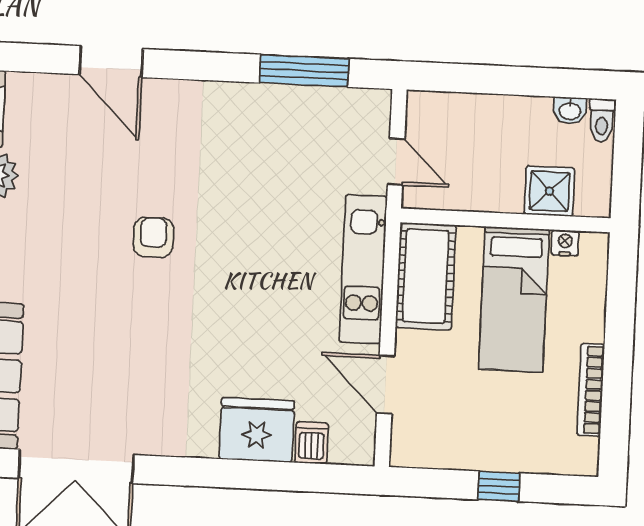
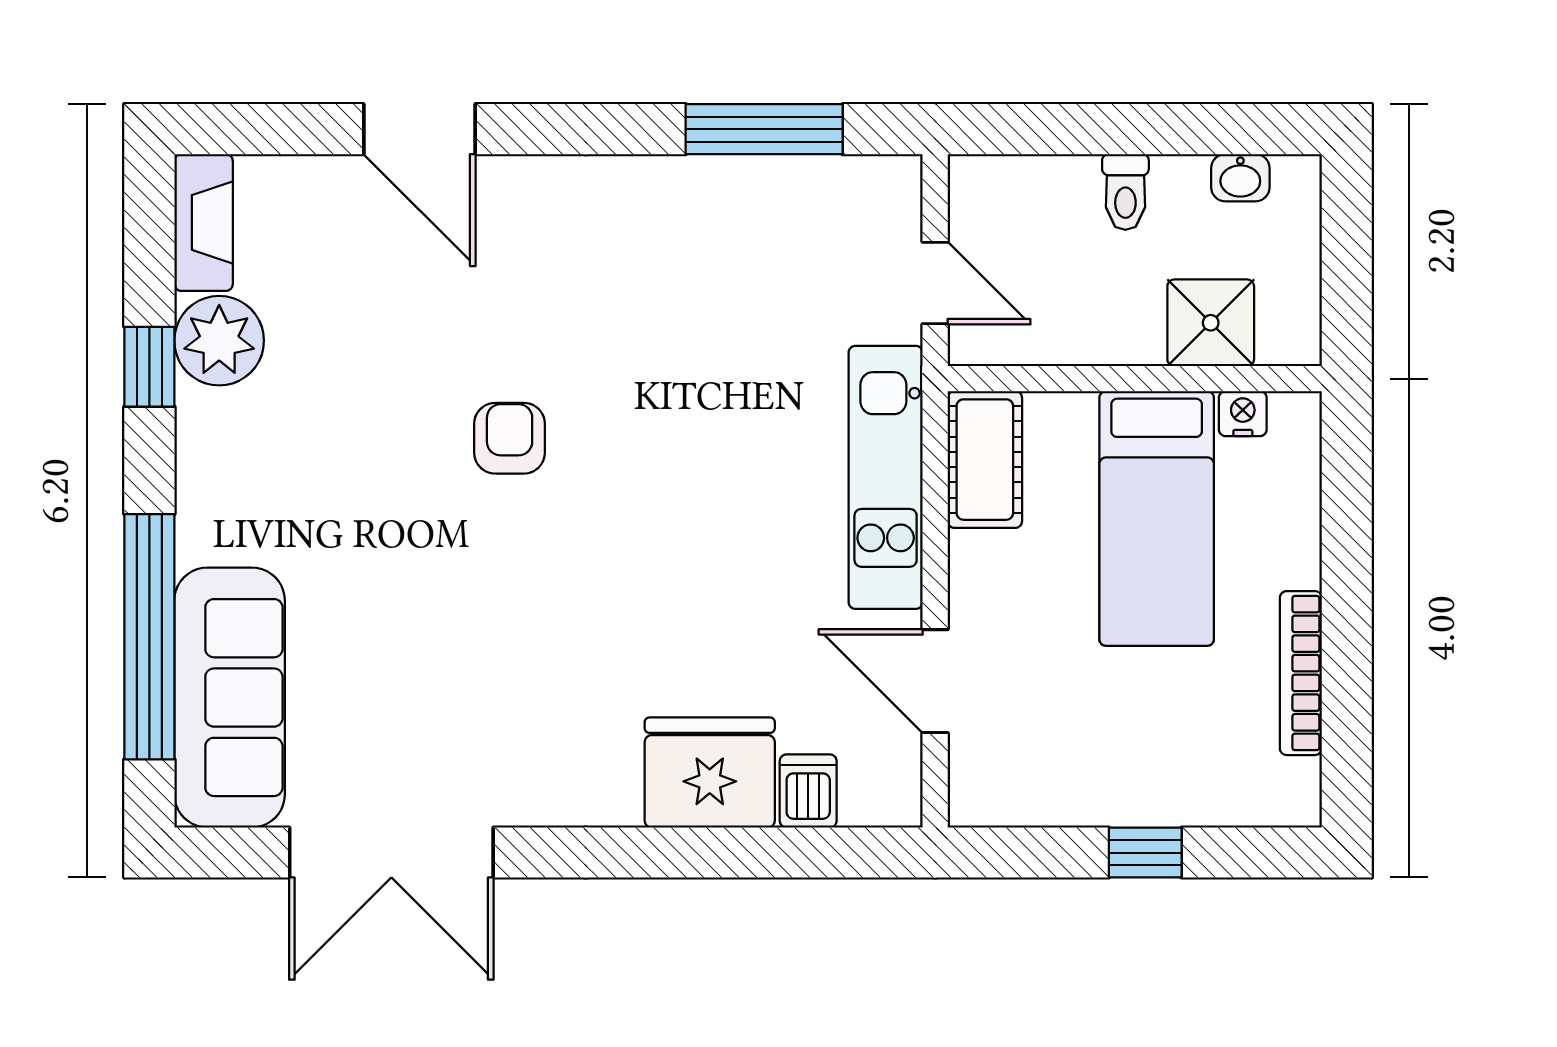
toilet: (602, 120) -> (1125, 192), moved
cot: (426, 276) -> (985, 460), width x0.73, depth x0.75

